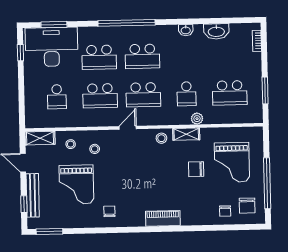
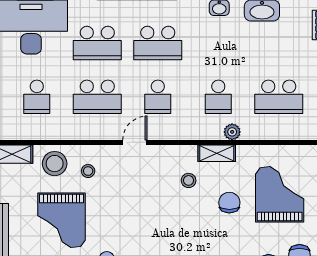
school desk: (143, 95) -> (158, 97), width x0.54
stool: (161, 138) -> (189, 180), moved
stool: (71, 144) -> (55, 164), width x1.89, depth x1.89
grand piano: (232, 162) -> (280, 194), turned 180
chair: (196, 169) -> (229, 203), turned 90

